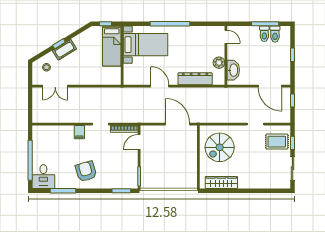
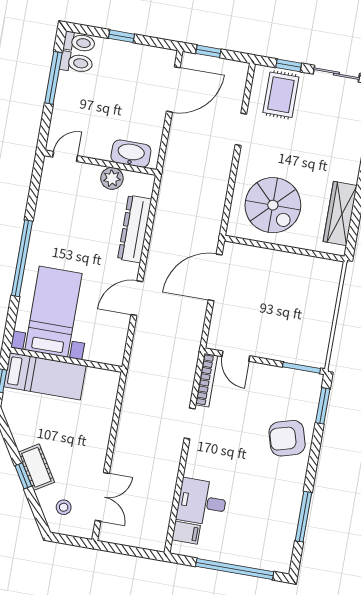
toilet: (264, 34) -> (79, 42), moved
filing cabinet: (79, 132) -> (186, 533), moved
armchair: (86, 171) -> (287, 438), moved
desk: (43, 177) -> (202, 502), moved, turned 180

